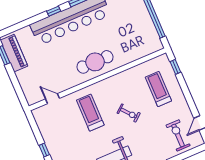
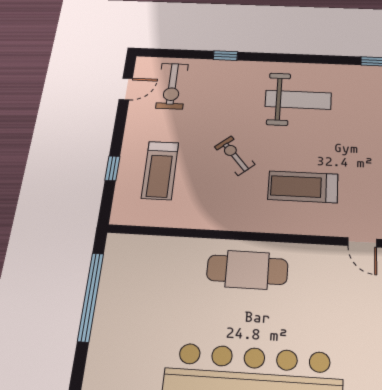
window: (175, 67) -> (112, 168), moved
treadmill: (90, 113) -> (303, 187), turned 90

